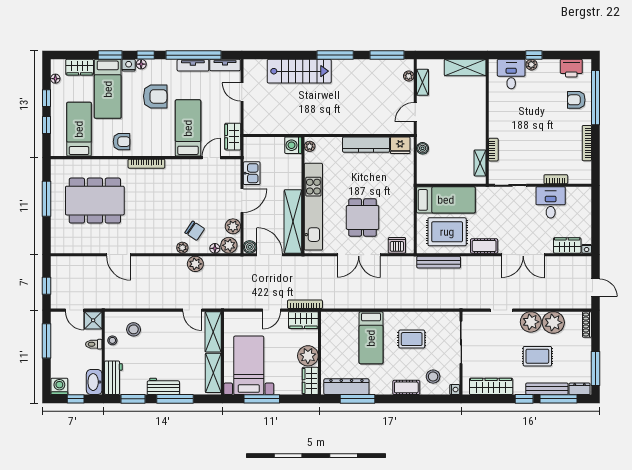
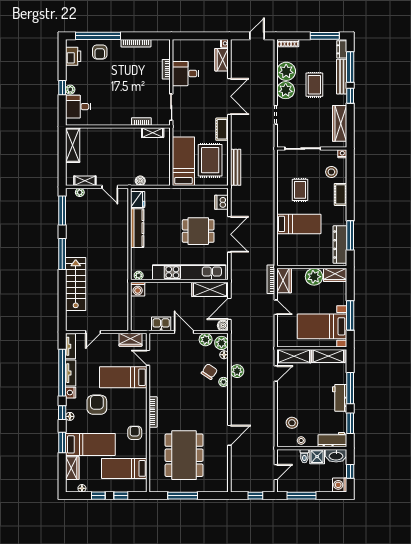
nightstand: (129, 65) -> (71, 393), moved
shelving: (293, 221) -> (210, 289), width x0.68
shower: (93, 320) -> (317, 457), moved

